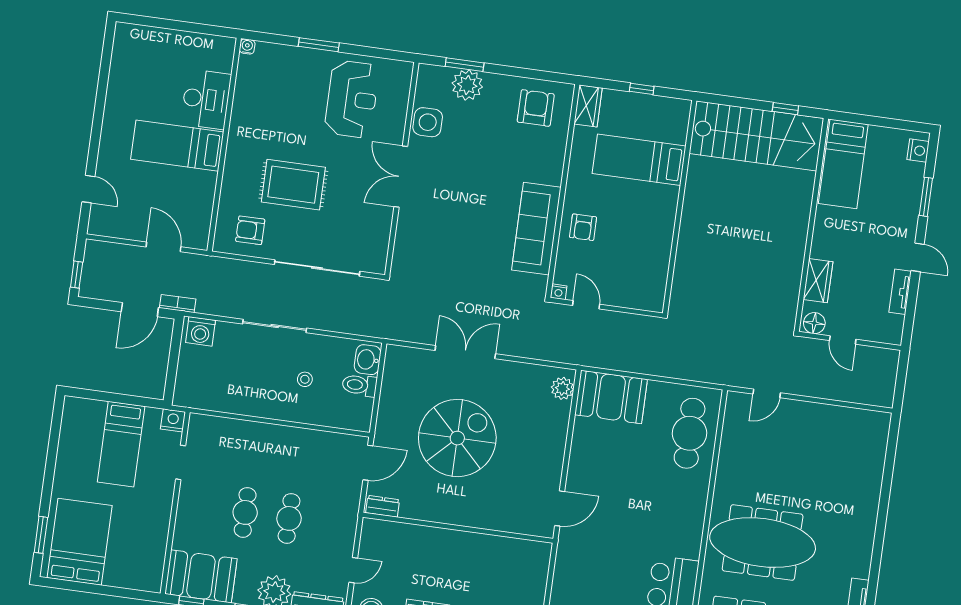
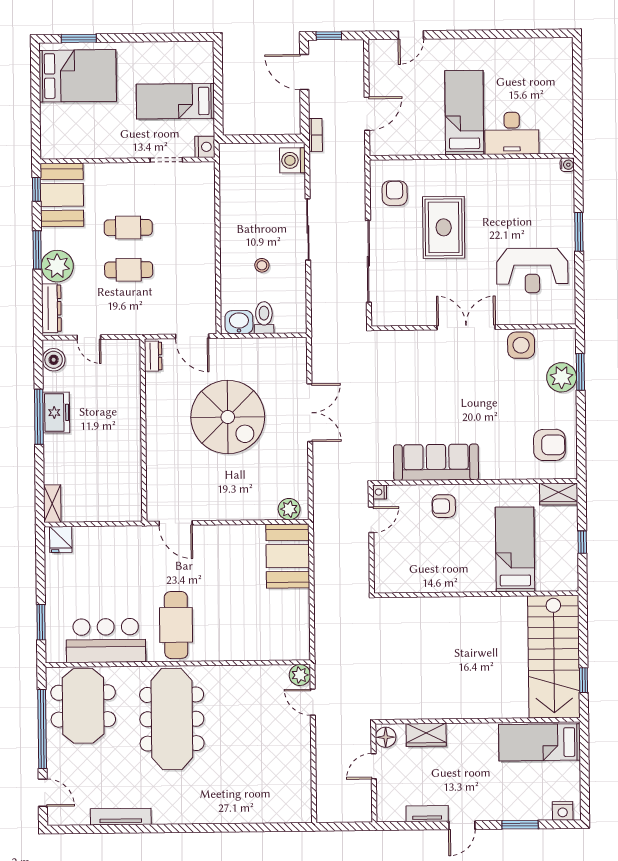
door: (140, 310) -> (304, 72), moved
washbasin: (368, 360) -> (239, 322), moved
plant: (737, 403) -> (300, 675), added
cafe table: (690, 433) -> (176, 625), moved, turned 90

